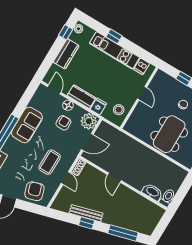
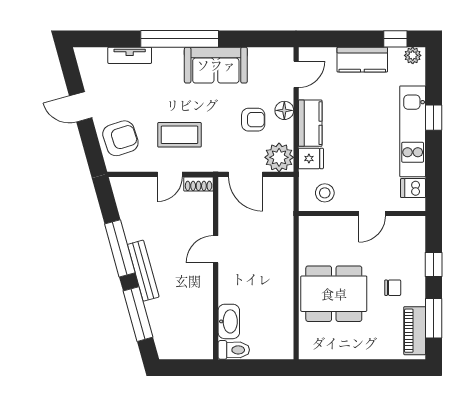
bench: (86, 213) -> (143, 271), moved
window: (87, 223) -> (120, 248), width x2.17

